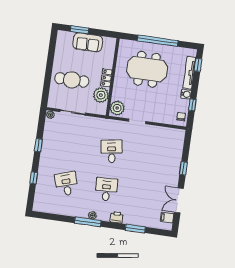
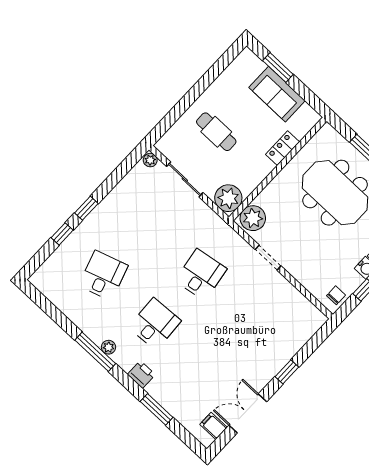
locker: (106, 78) -> (283, 148), moved
cafe table: (72, 80) -> (216, 132), width x0.73, depth x0.74
plant: (101, 95) -> (228, 198), moved
window: (38, 145) -> (86, 208), moved

